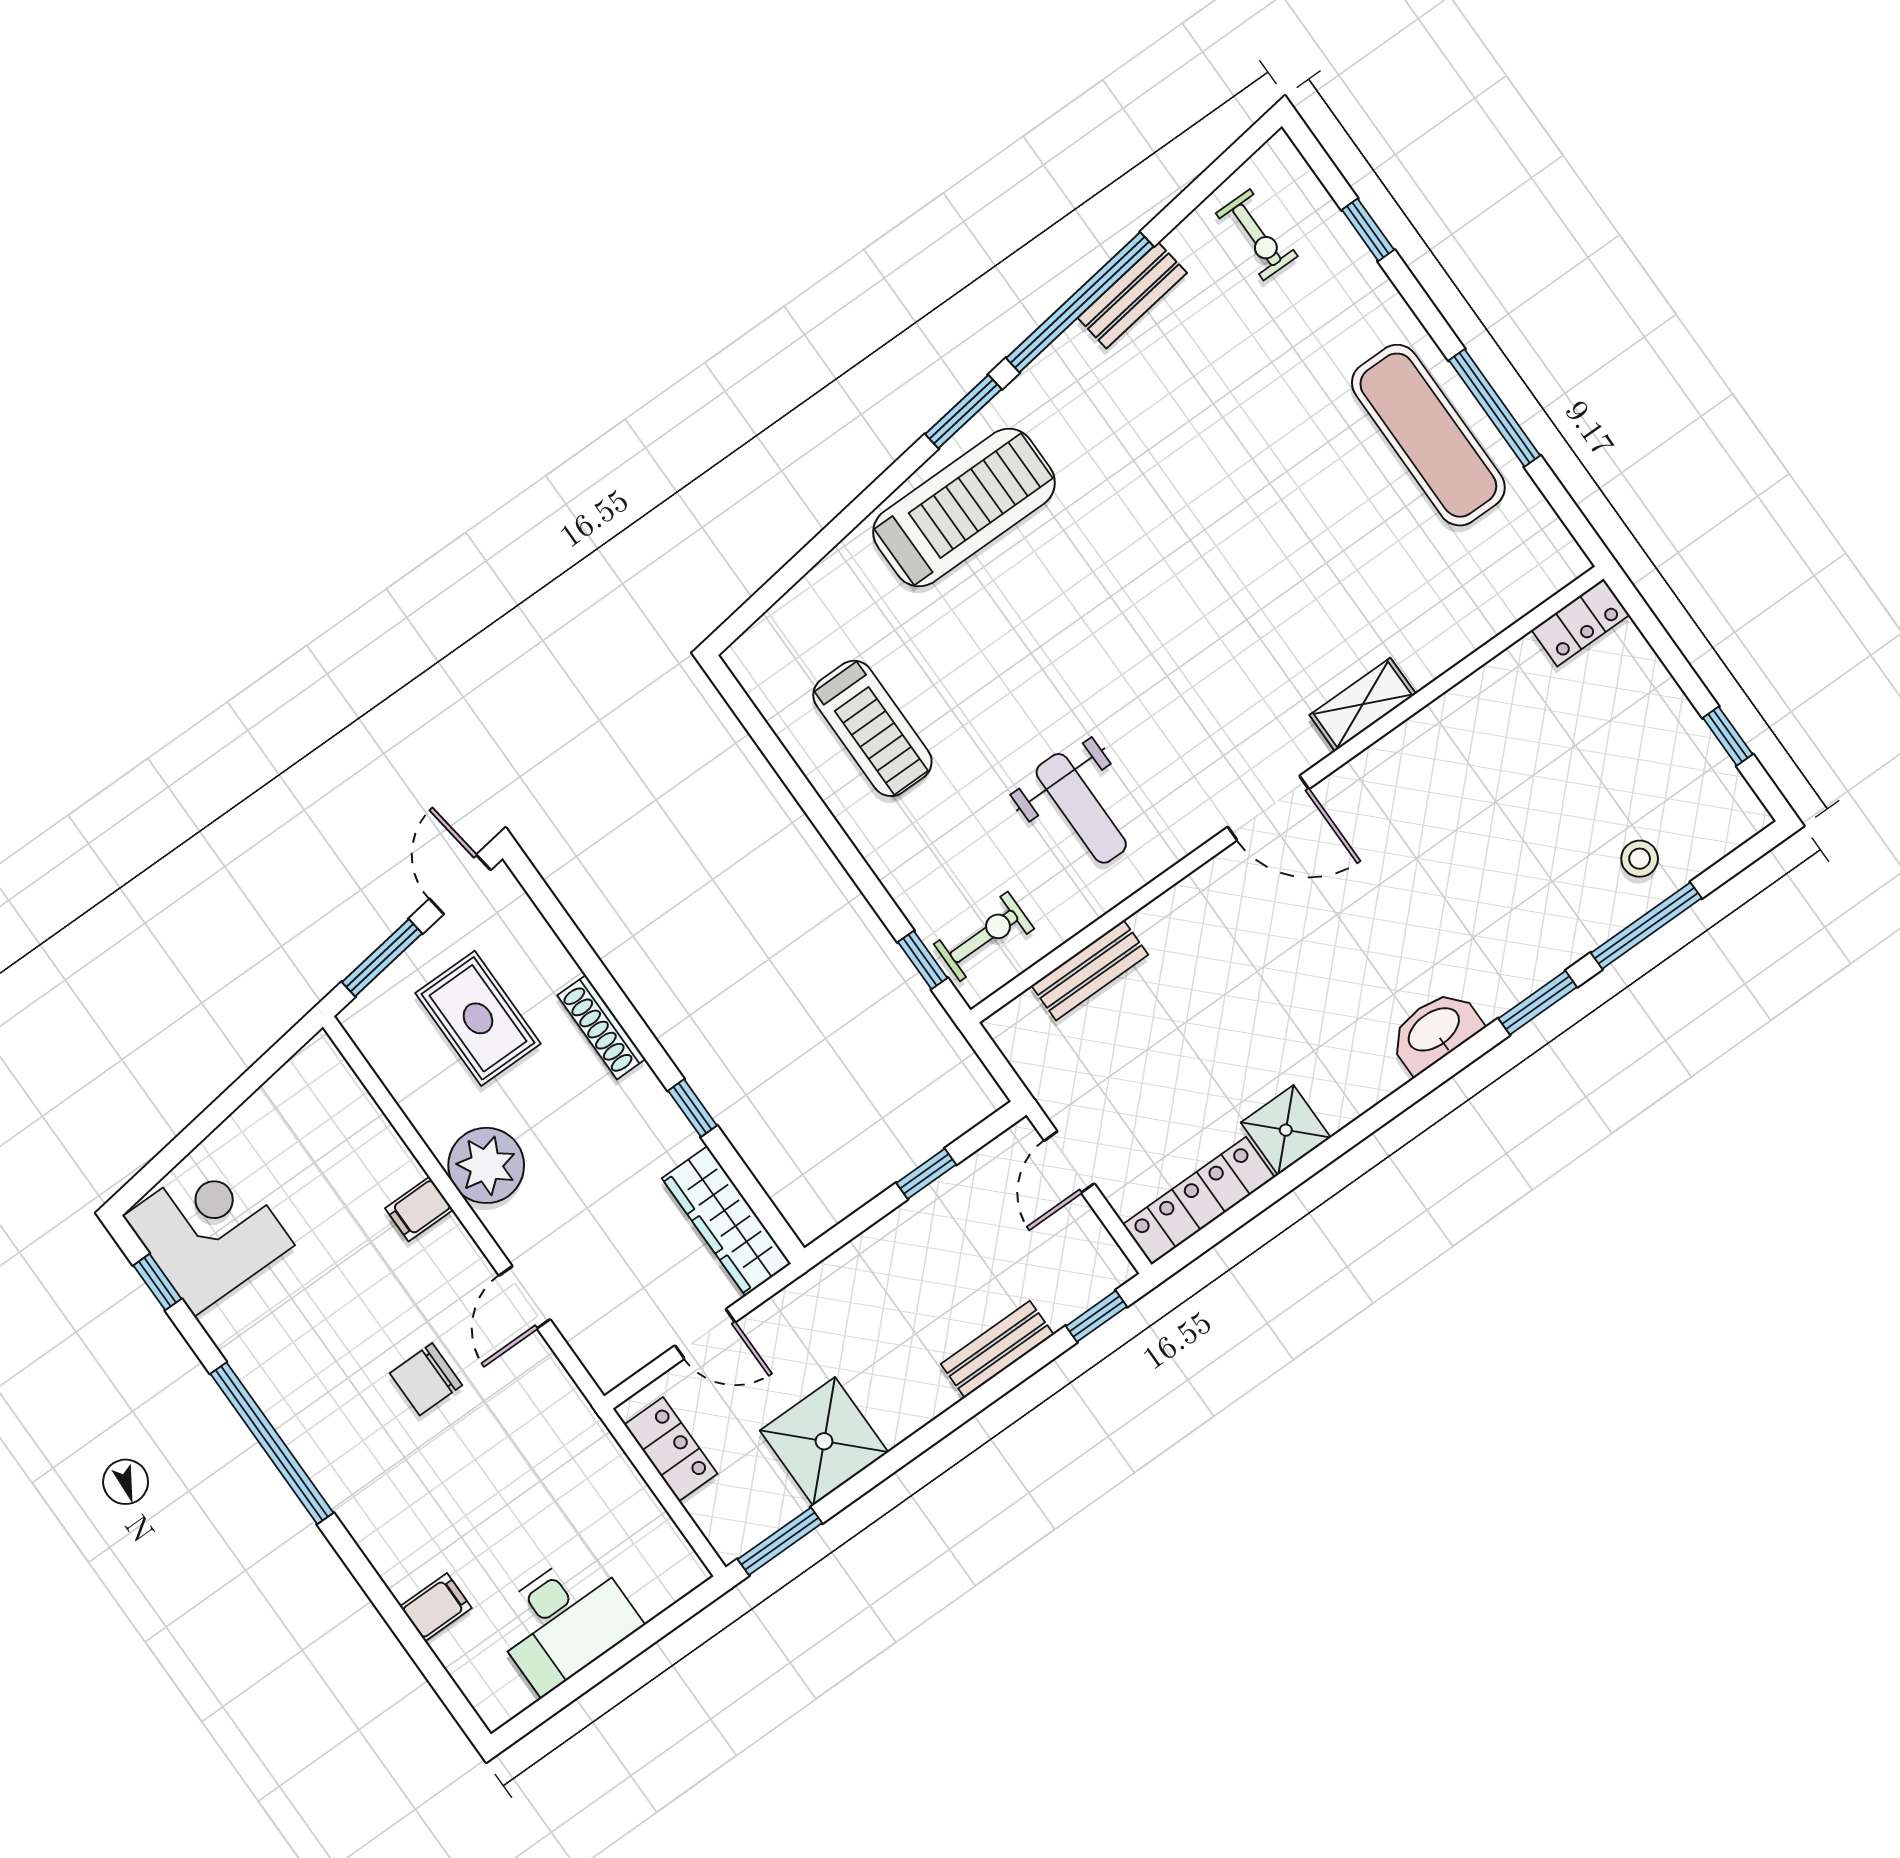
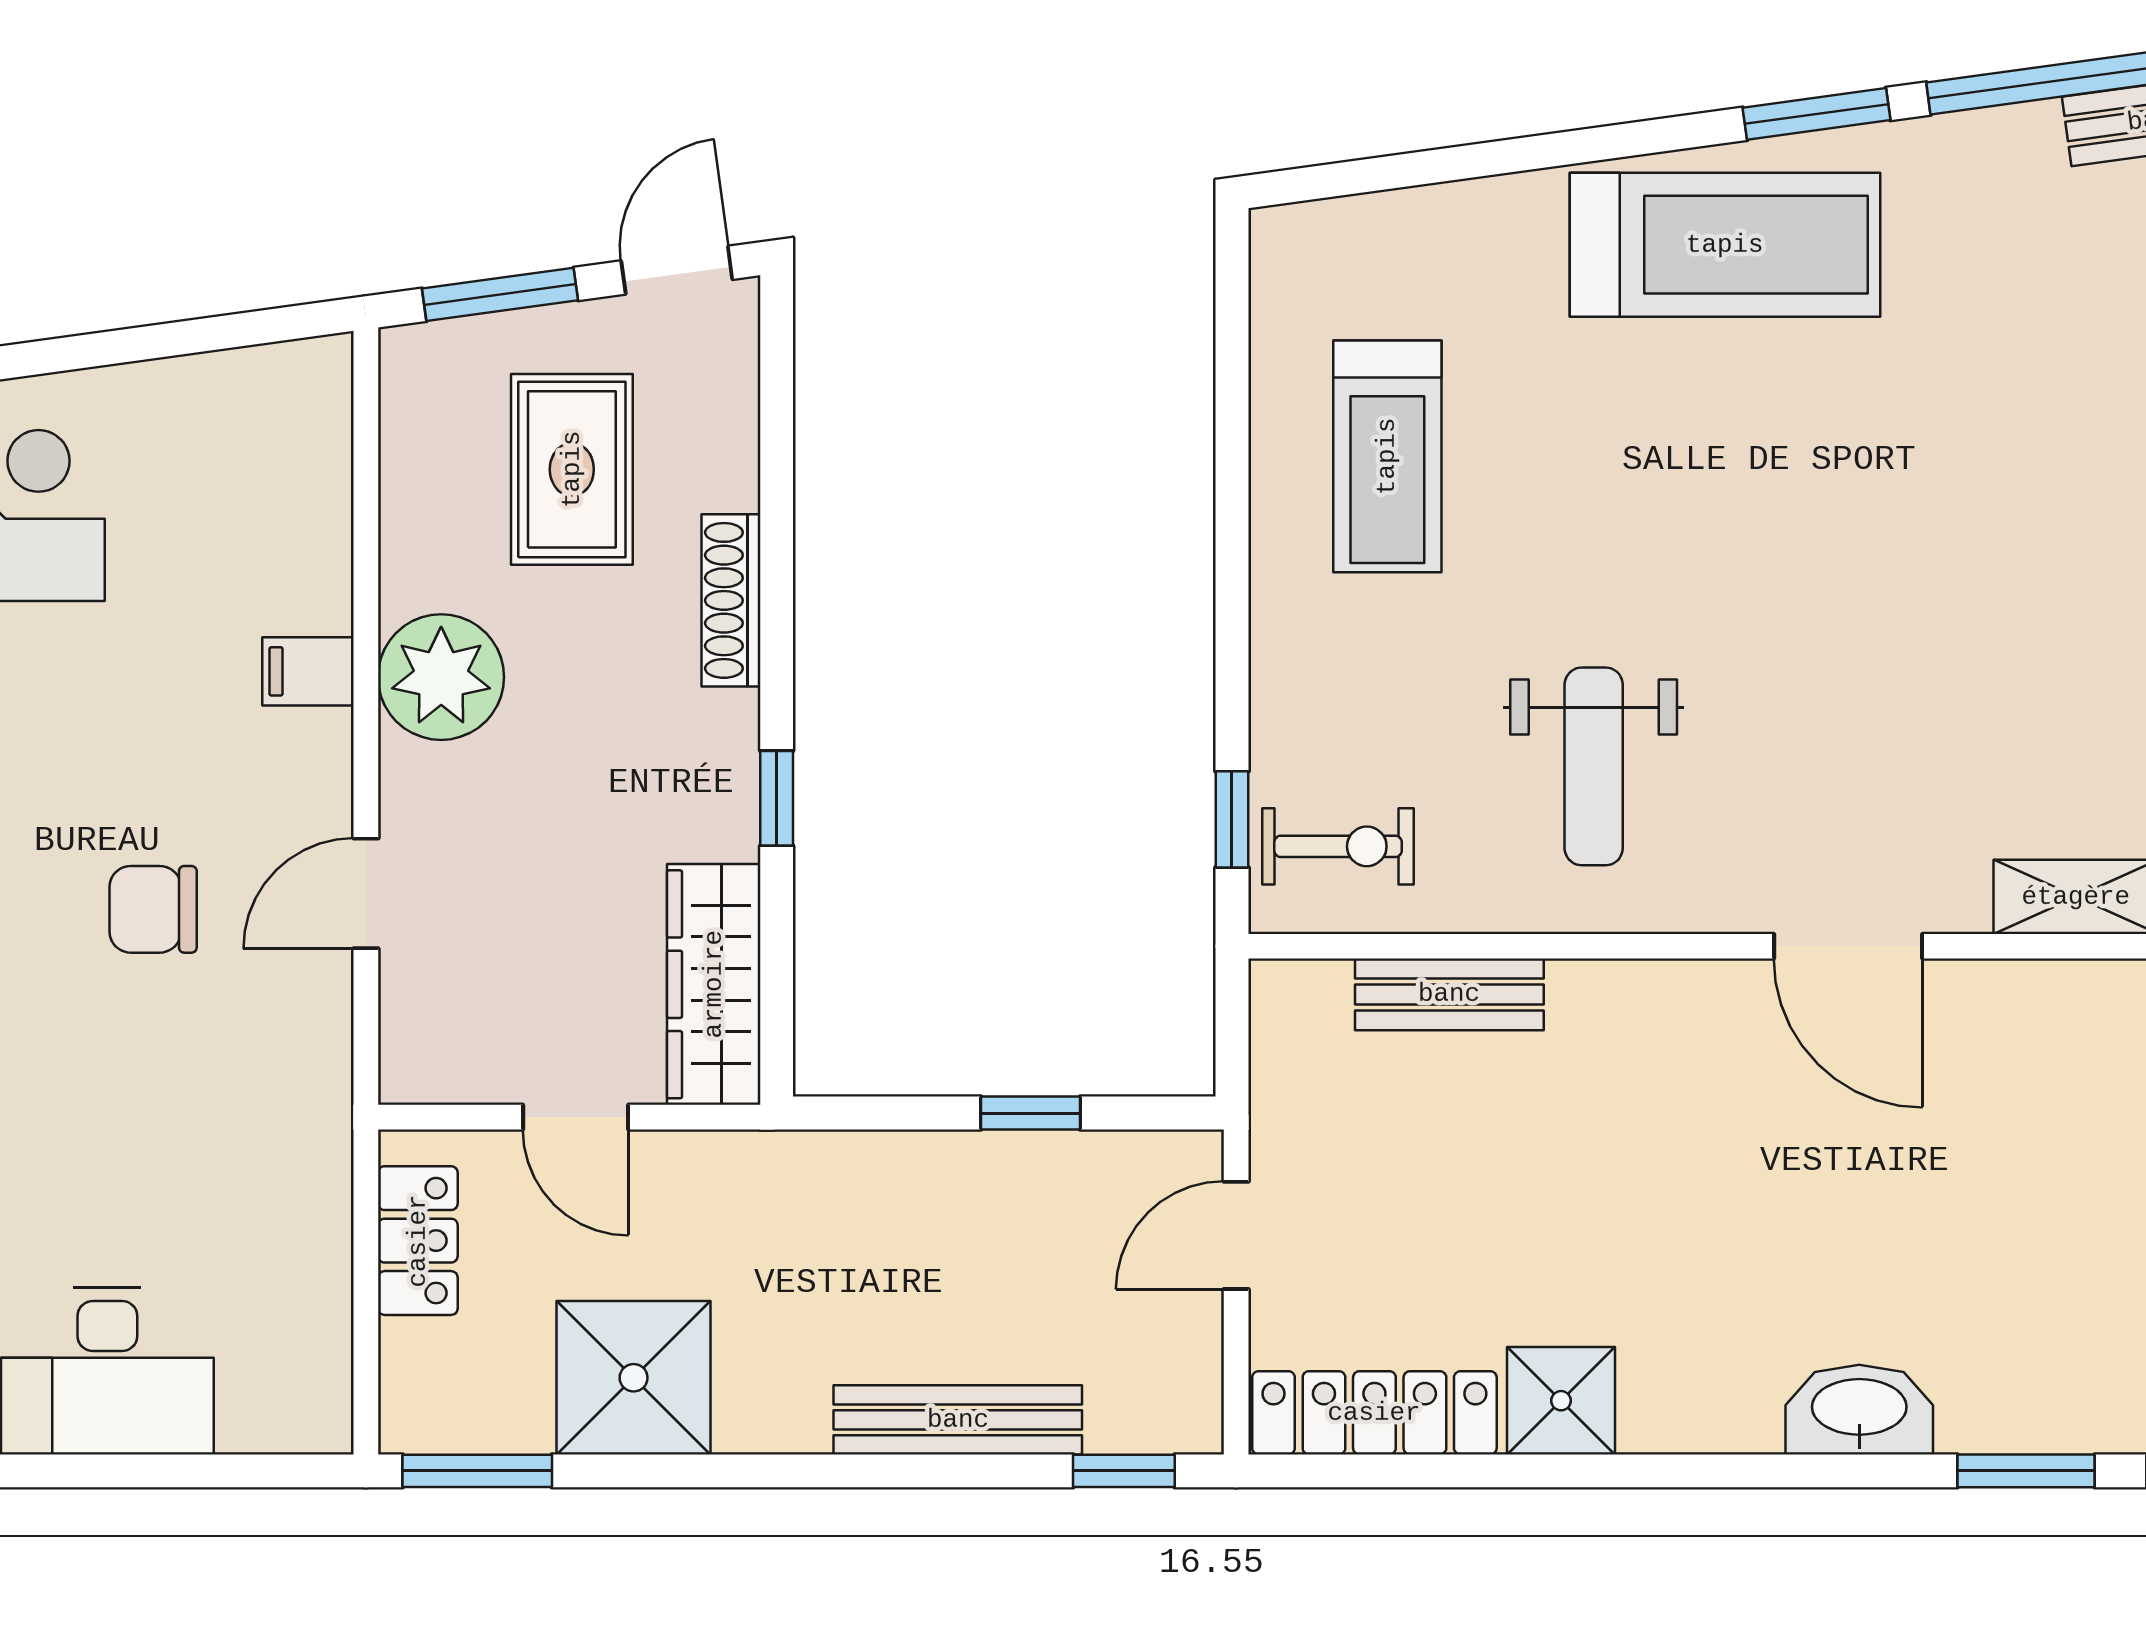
bench: (997, 1349) -> (958, 1420), width x1.36

